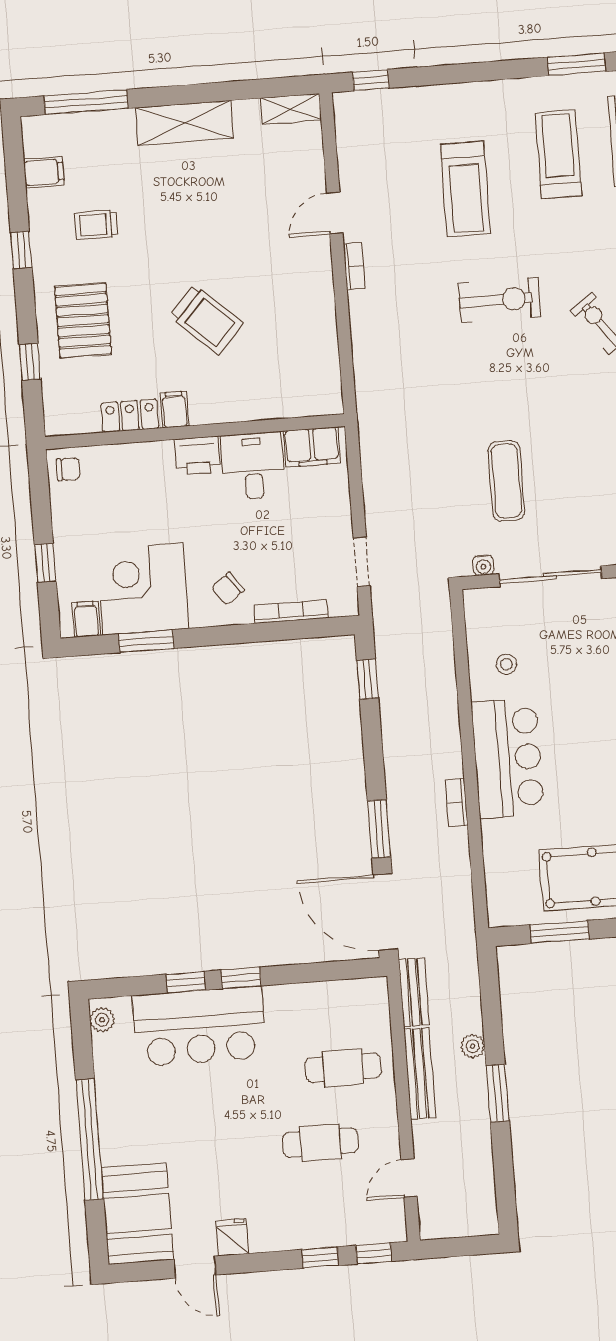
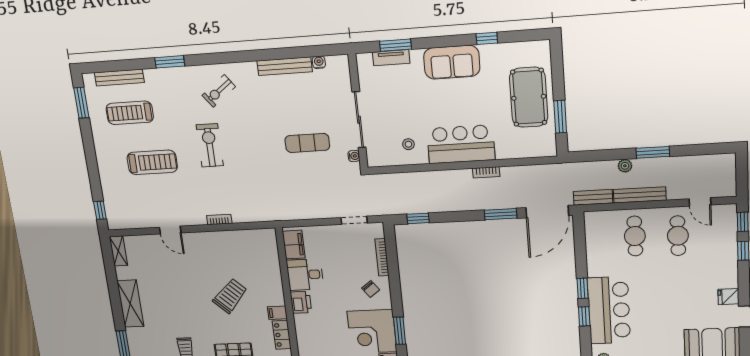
bookcase: (354, 266) -> (219, 220), moved
cafe table: (320, 1143) -> (678, 236), moved

